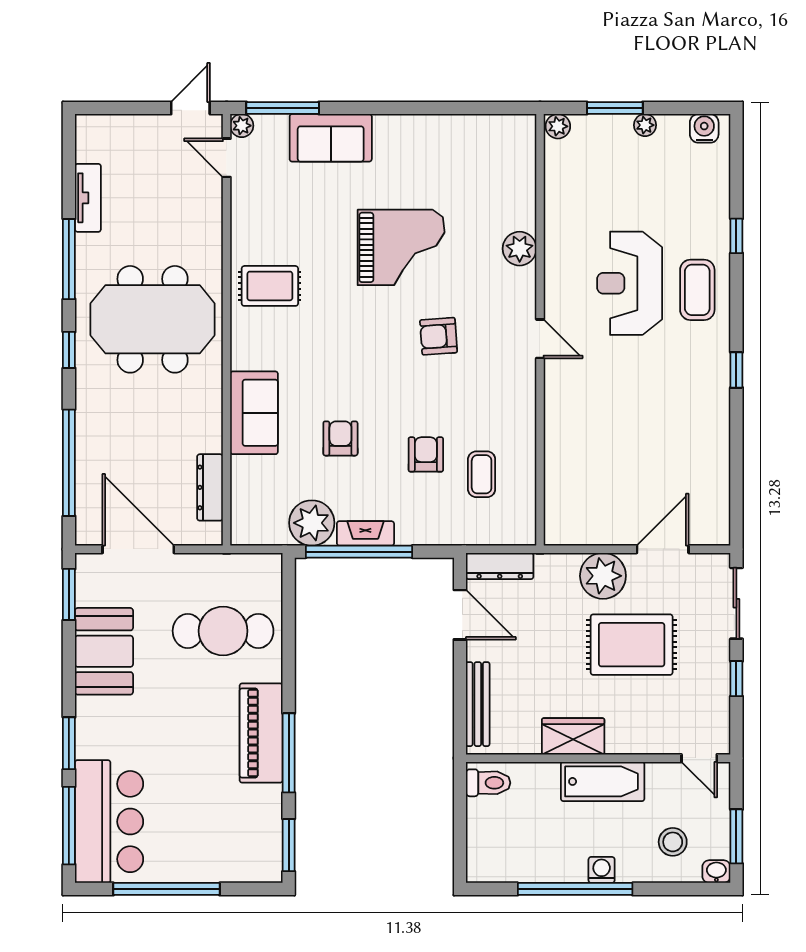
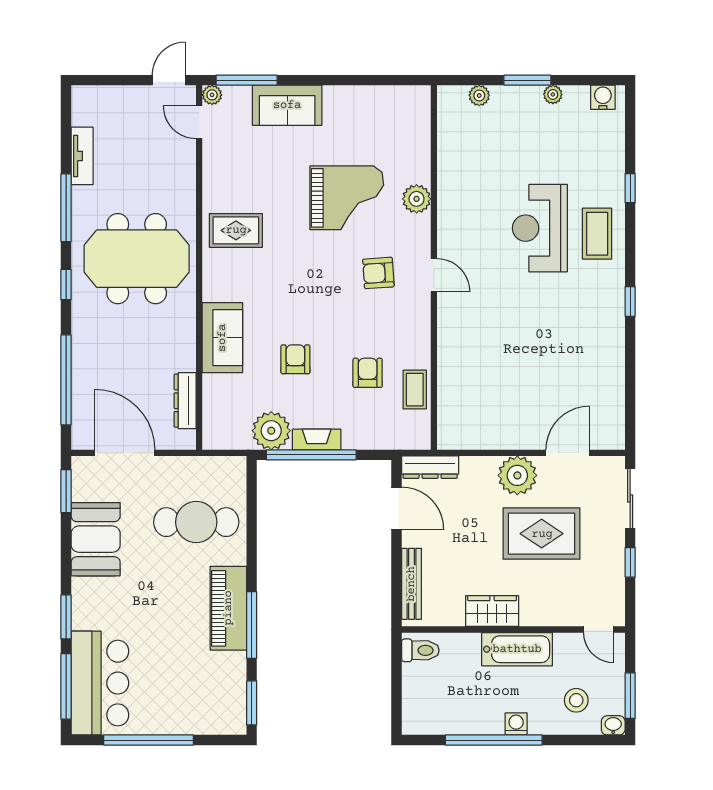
plant: (520, 249) -> (417, 199), moved
wall: (540, 330) -> (434, 267), moved
door: (540, 339) -> (434, 275), moved

